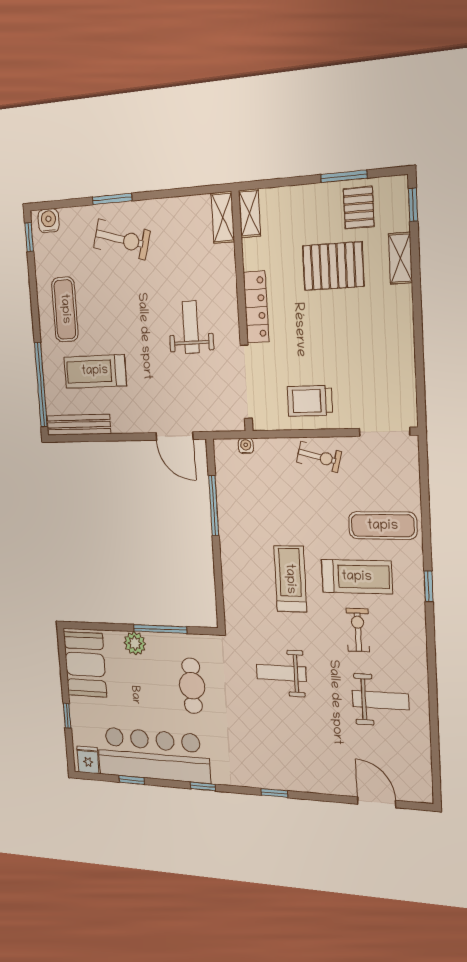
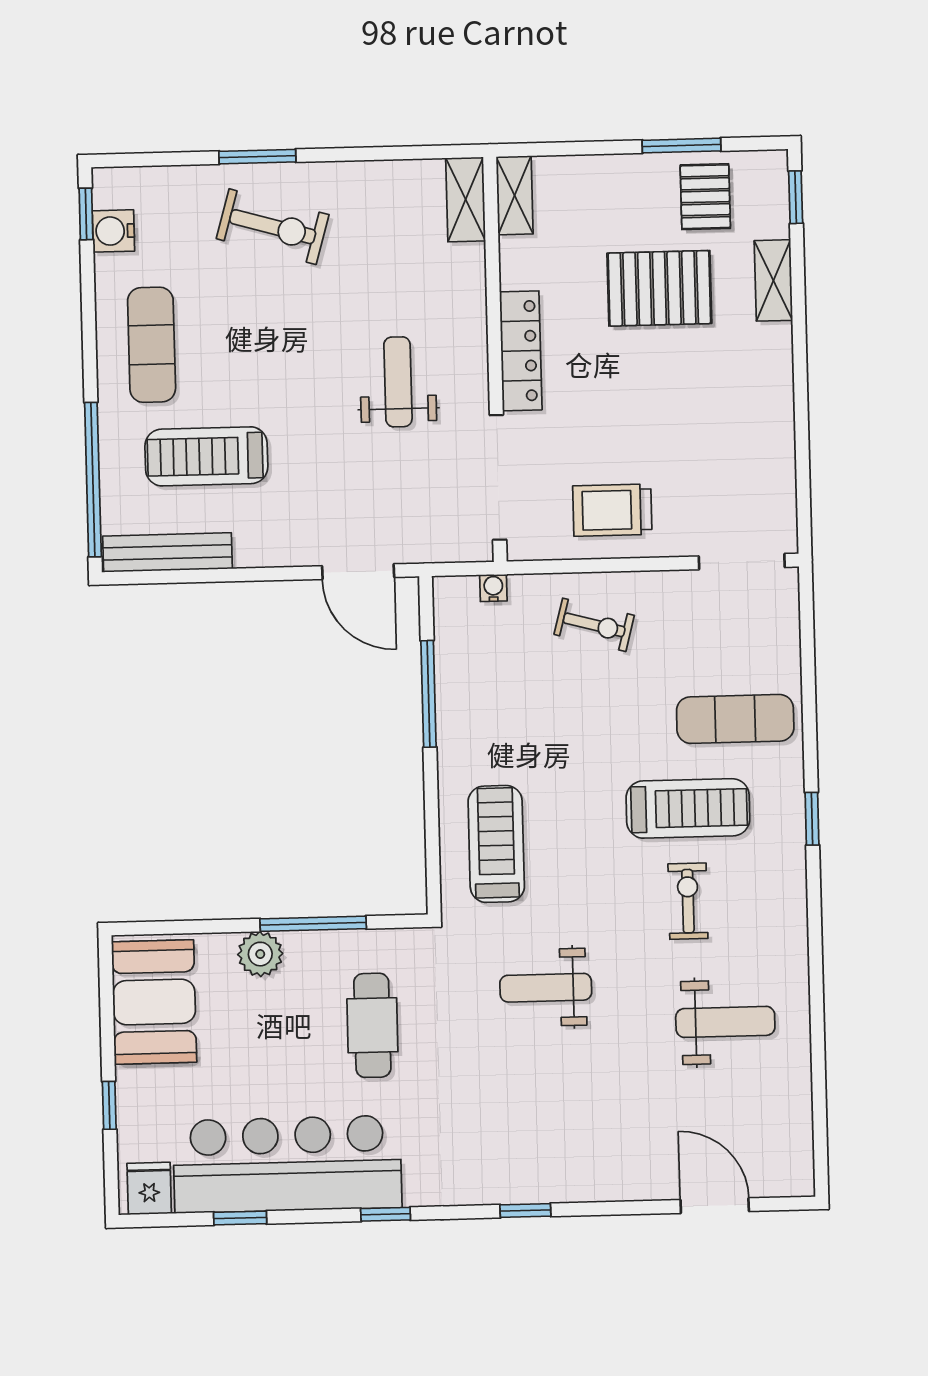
water cooler: (49, 221) -> (113, 231), moved, turned -90
exercise bike: (319, 457) -> (594, 625), moved
treadmill: (290, 579) -> (496, 844), moved

